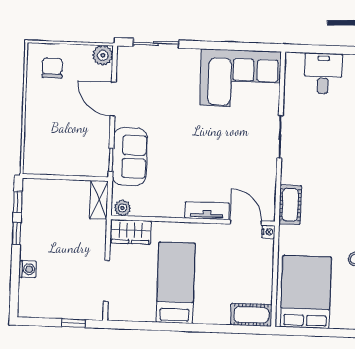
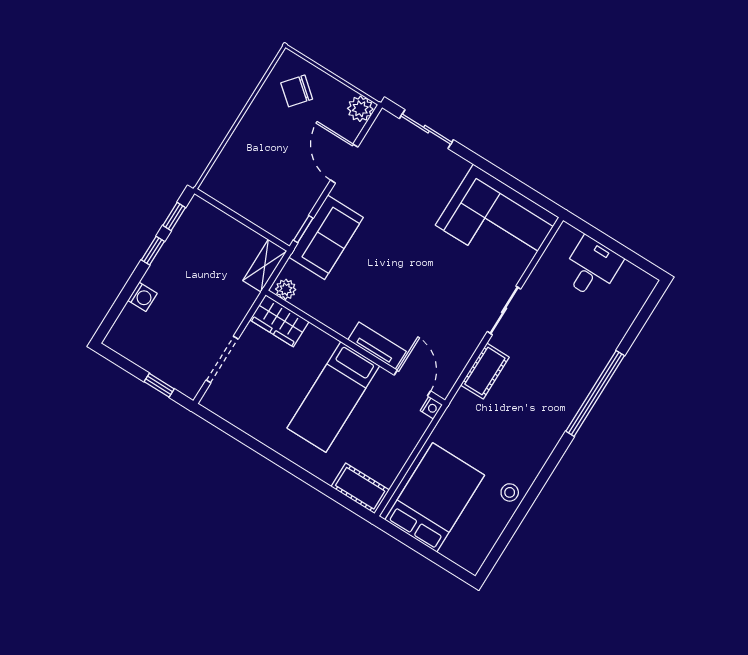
chair: (52, 68) -> (297, 91), turned -140
cot: (290, 205) -> (485, 371), moved
bed: (176, 283) -> (333, 397), moved, turned 180

